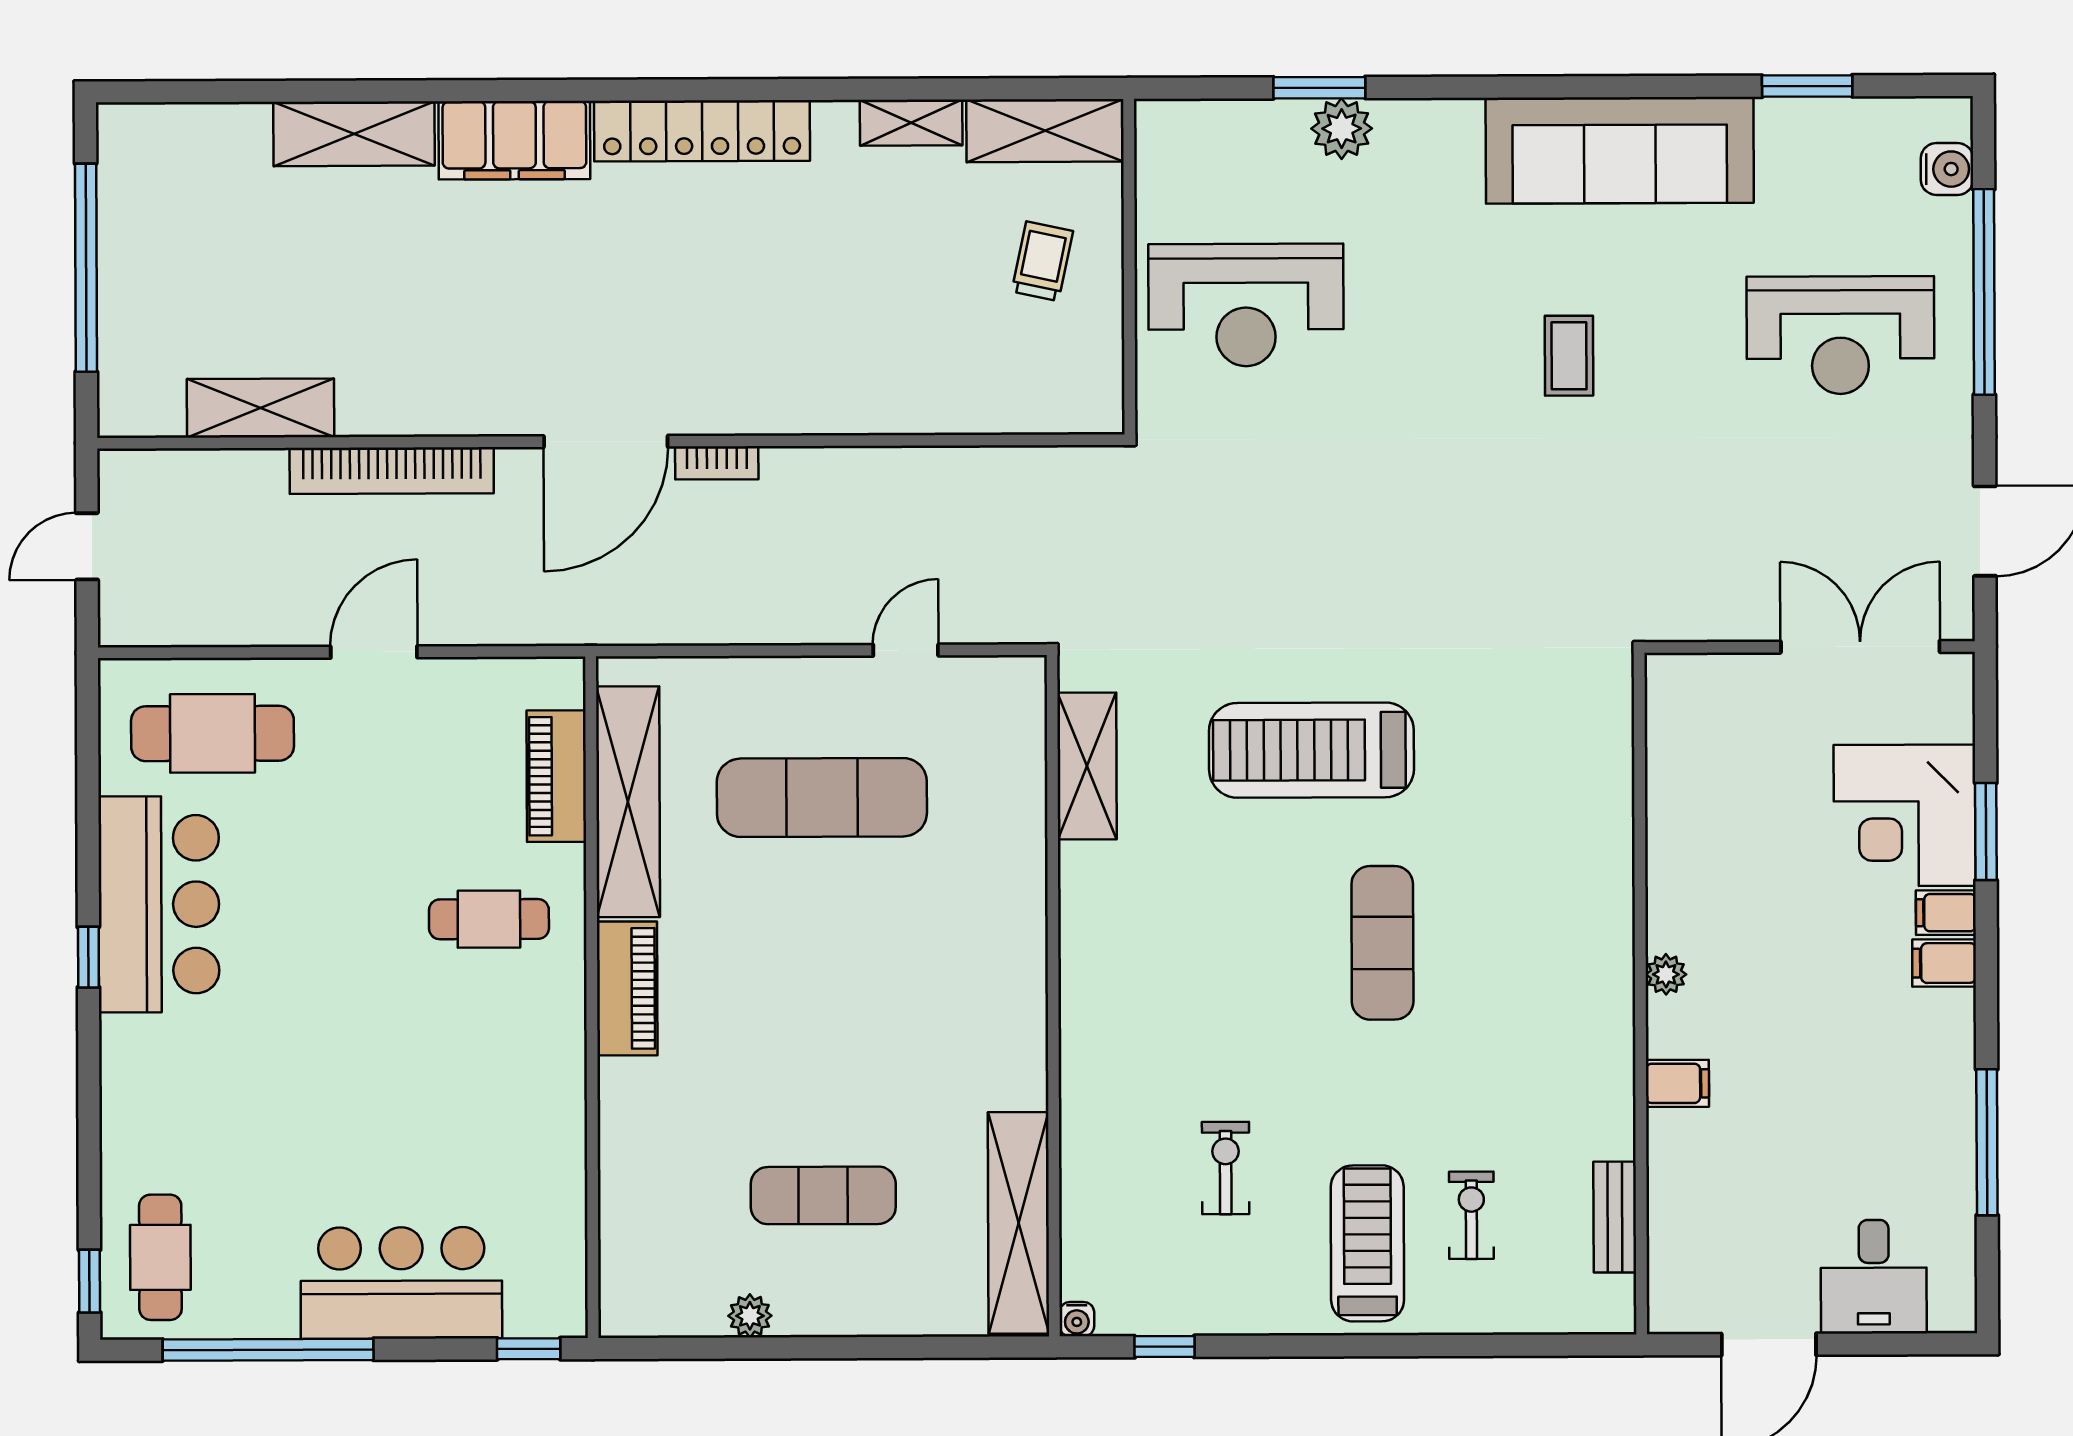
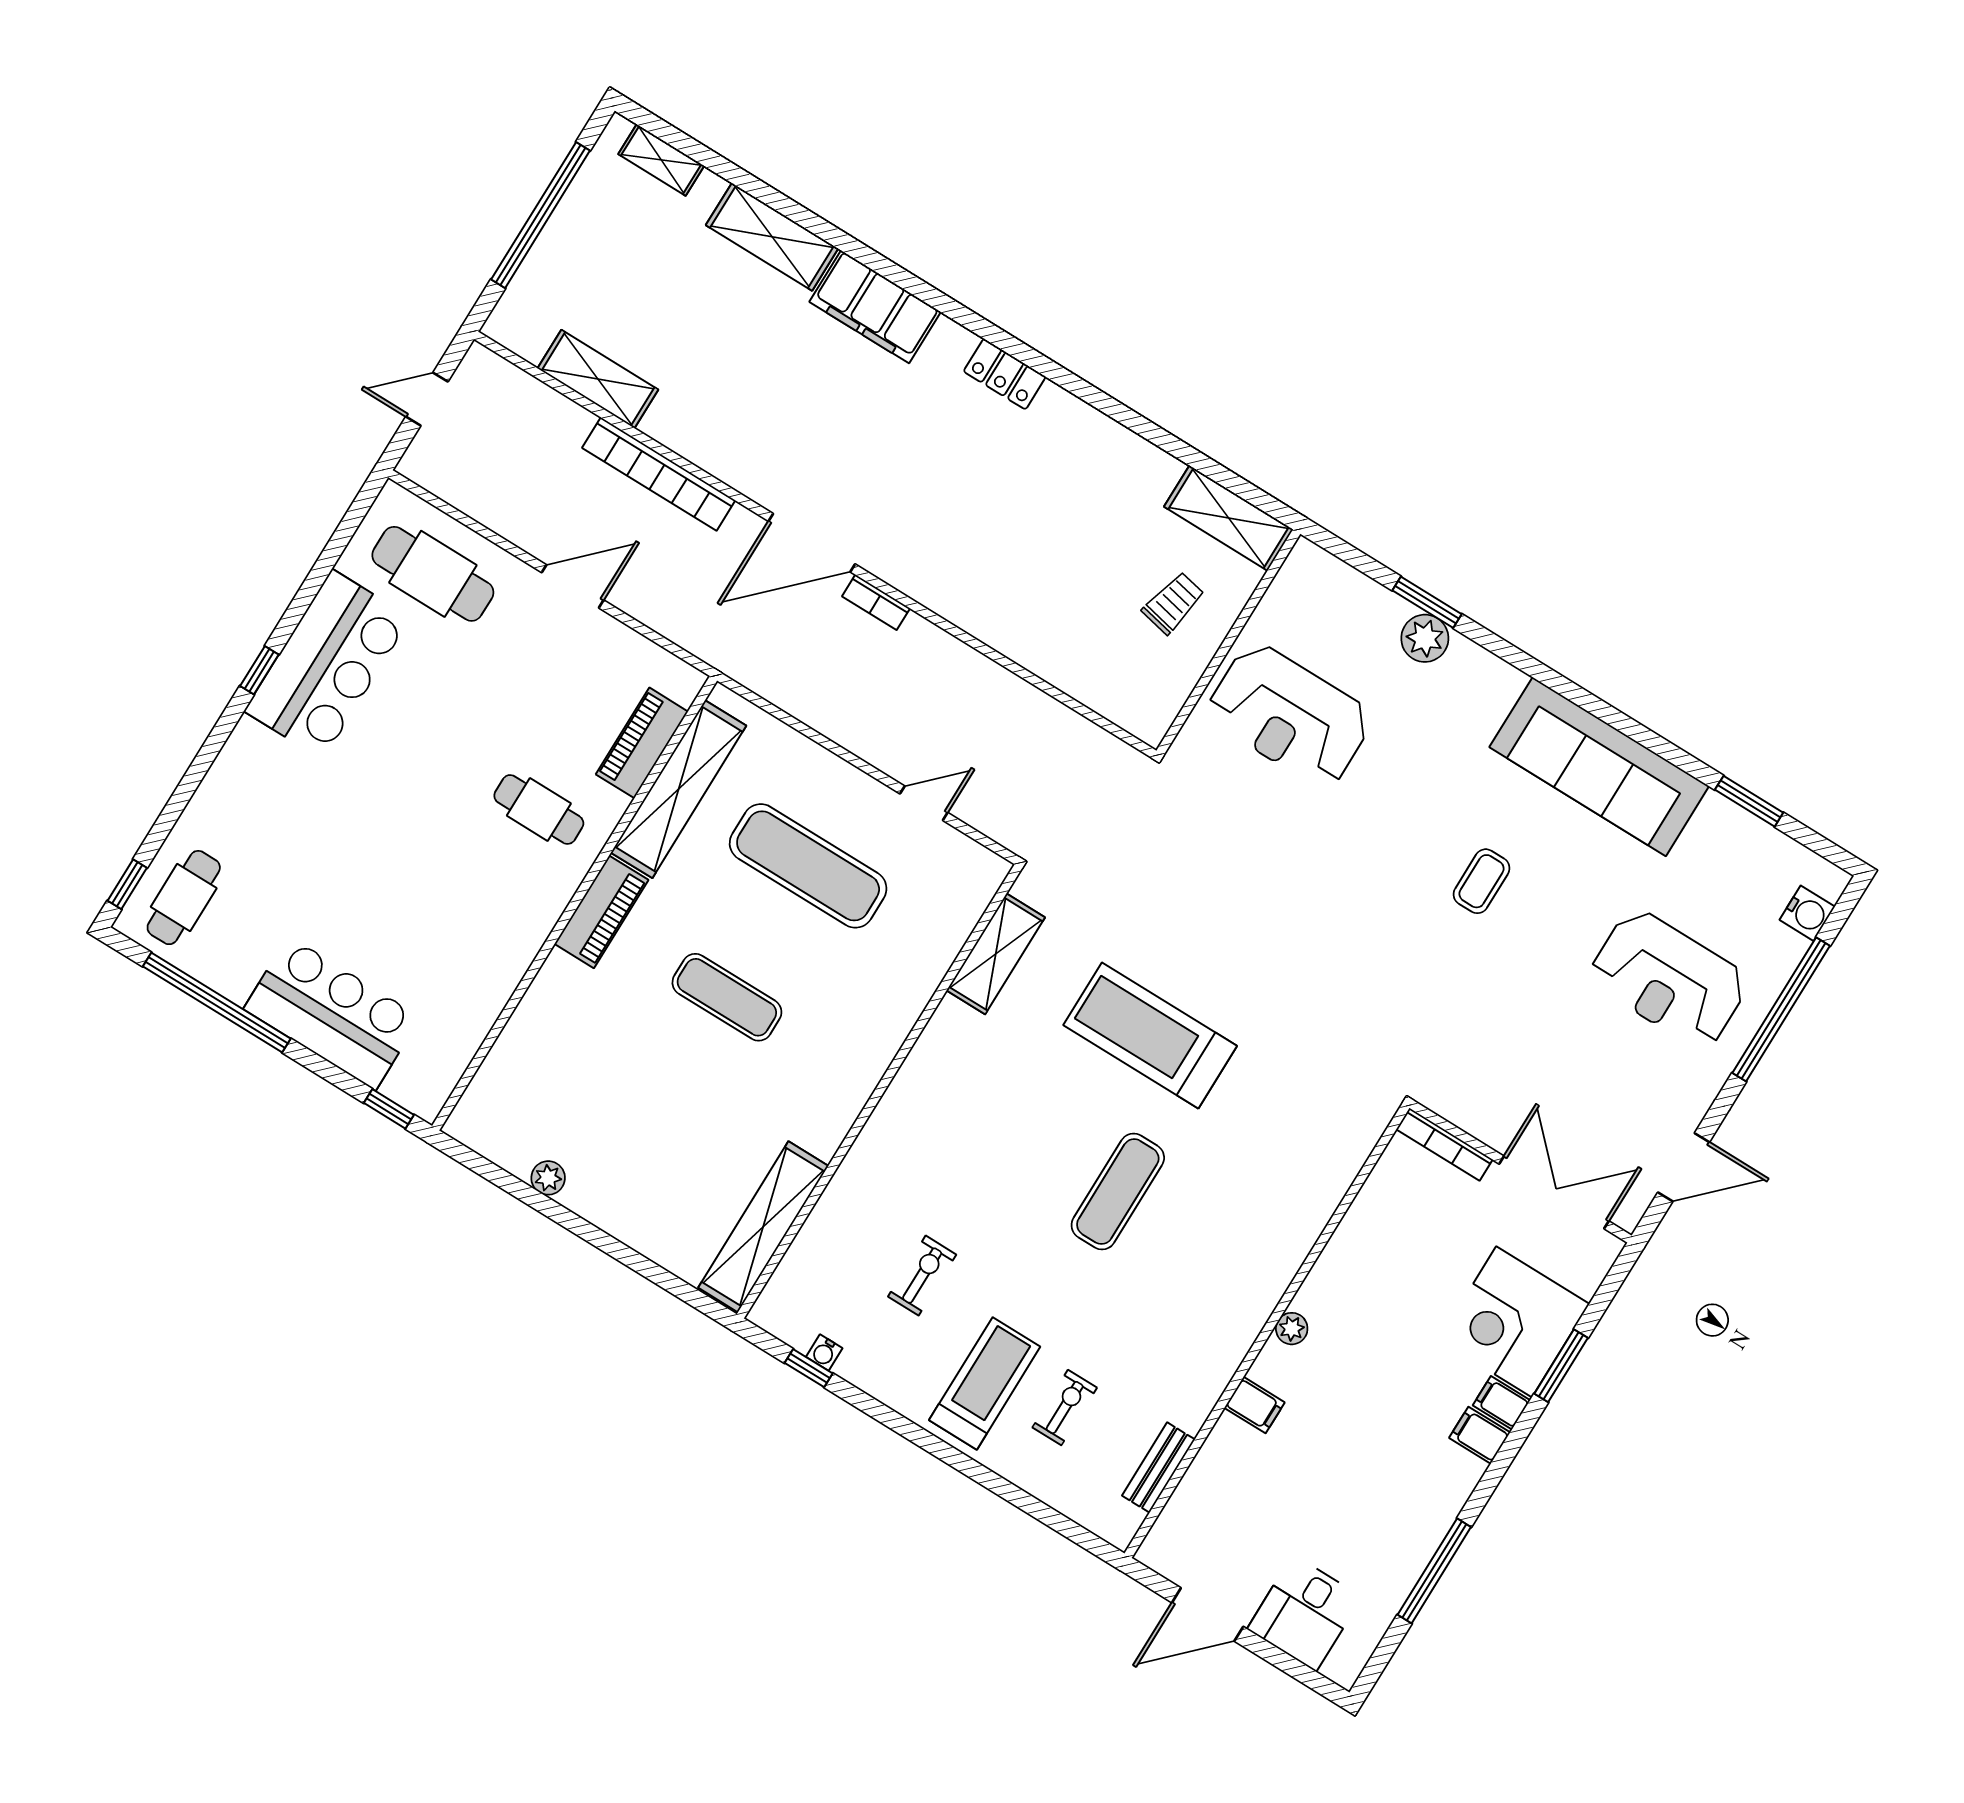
shelving: (911, 123) -> (661, 160), moved
locker: (702, 131) -> (1005, 374), width x0.46, depth x0.83
bookcase: (1708, 669) -> (1445, 1144), added
exercise mat: (823, 1195) -> (727, 997), moved
water cooler: (1077, 1319) -> (824, 1353), moved

